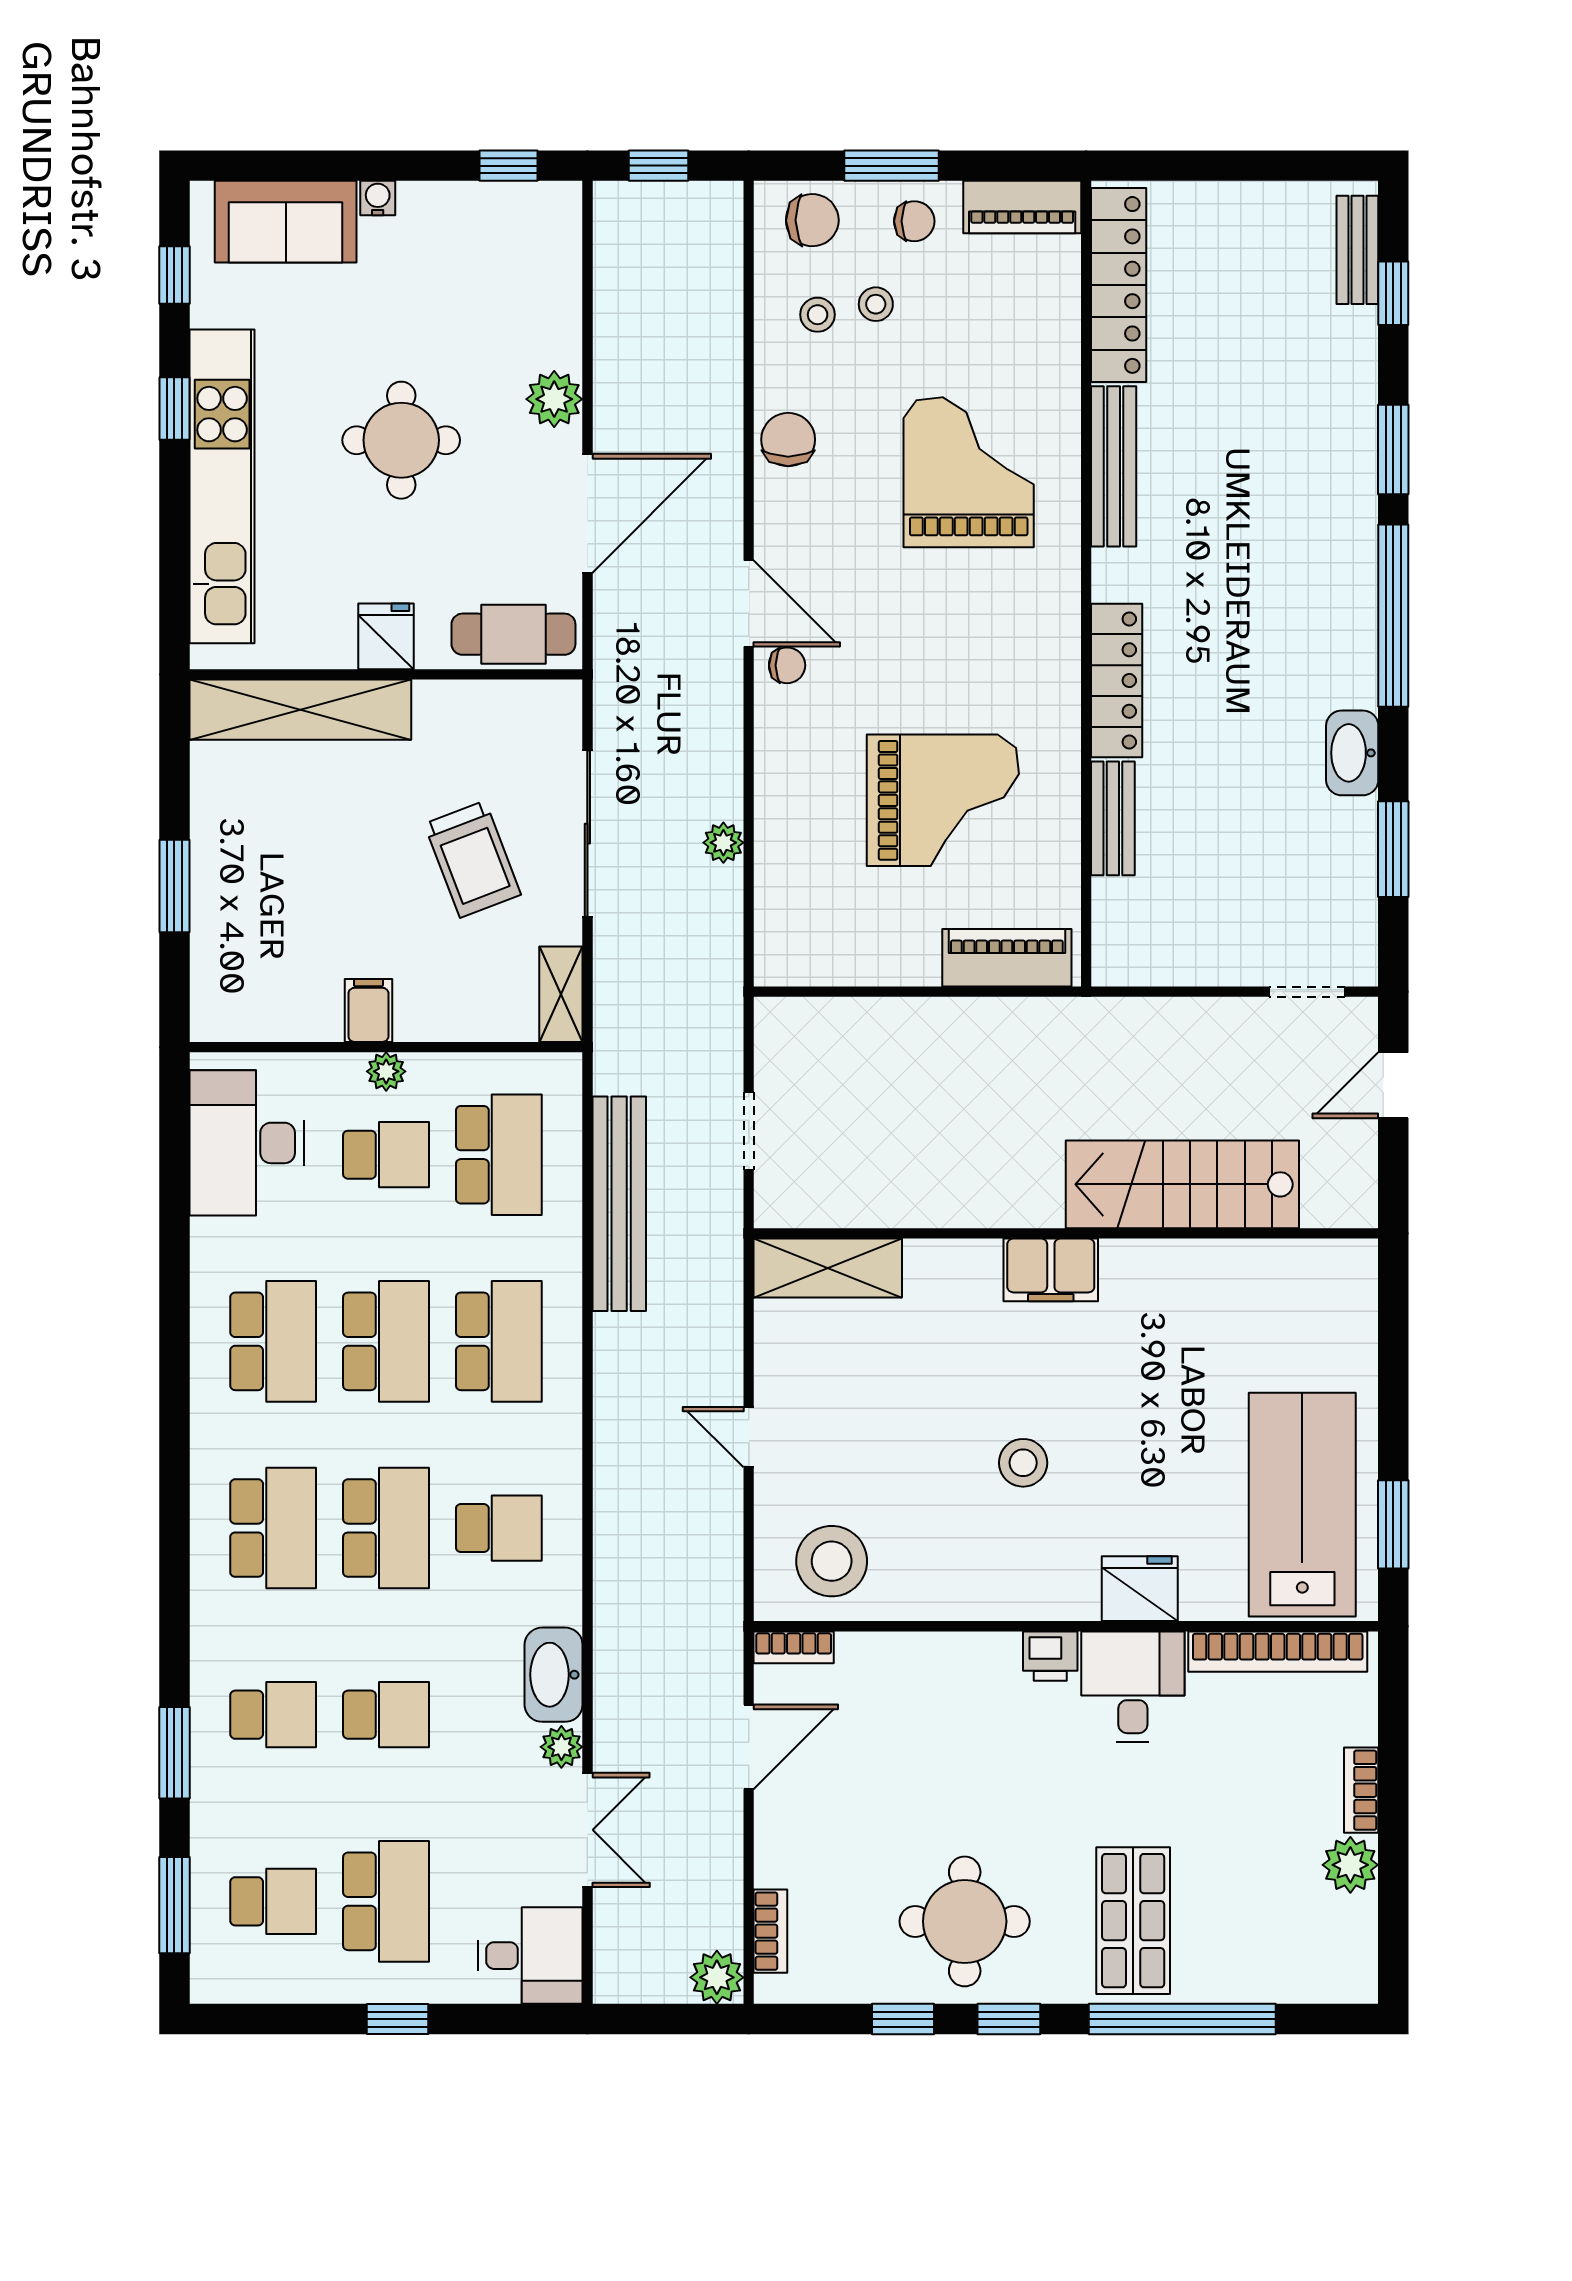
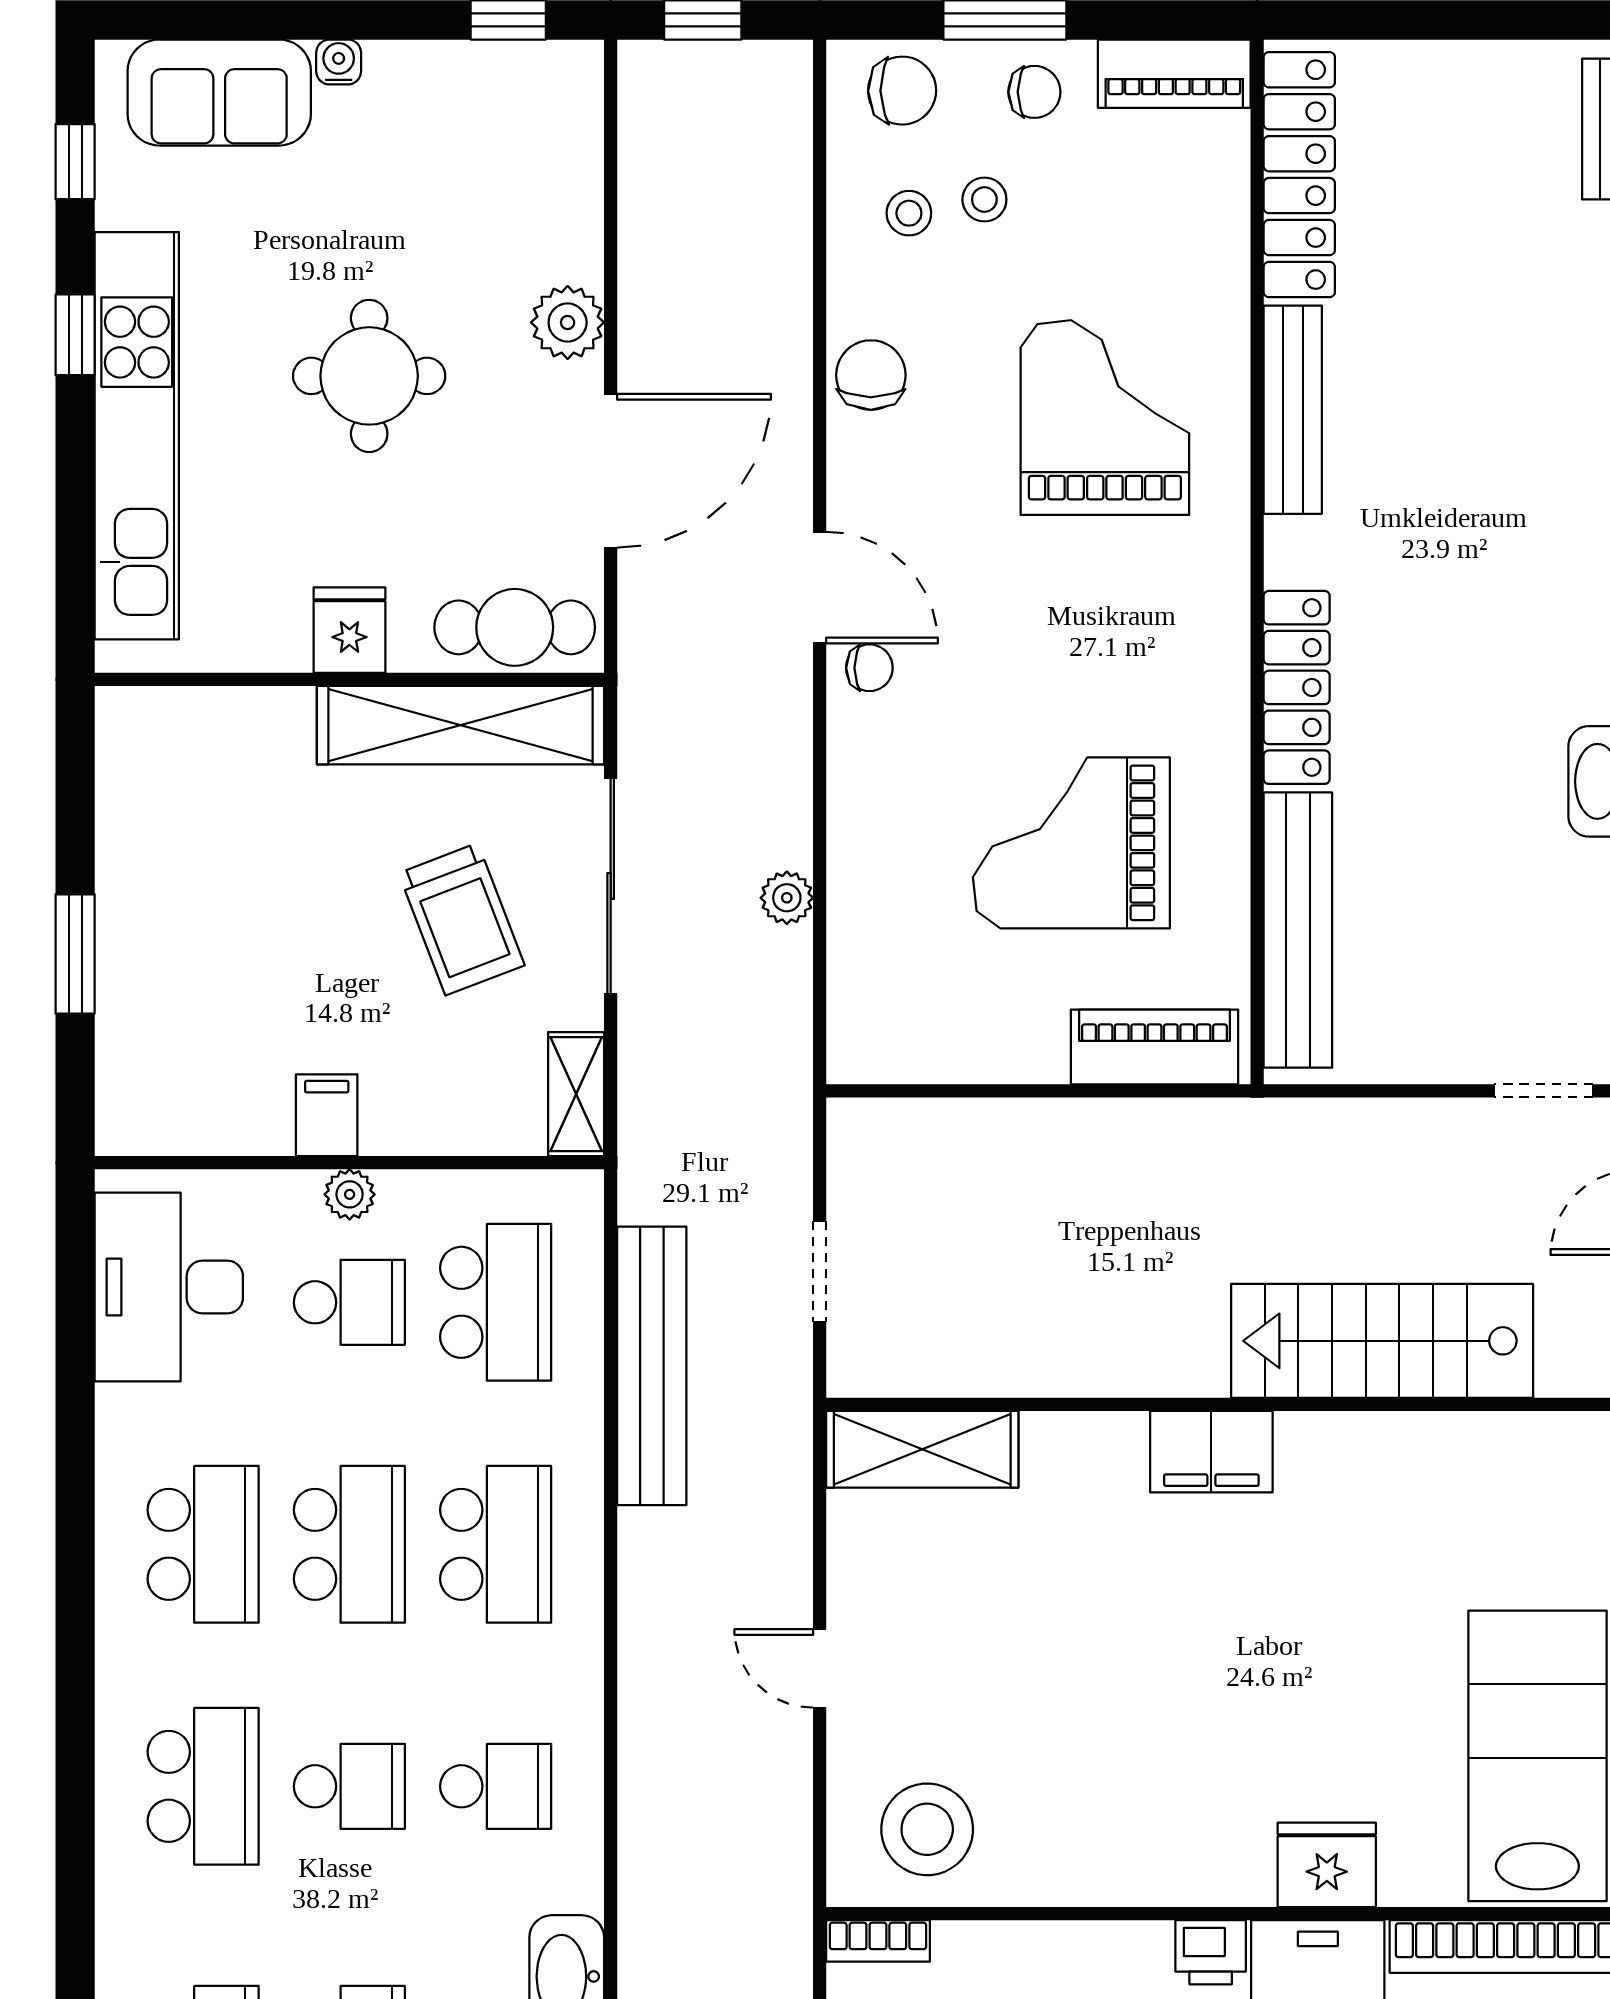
shelving: (300, 710) -> (460, 725), moved
grand piano: (943, 800) -> (1071, 843), turned 180
bench: (1113, 818) -> (1298, 930), width x1.86, depth x1.21
stool: (1023, 1463) -> (1175, 1702), removed
school desk: (386, 1528) -> (349, 1786), width x0.54

